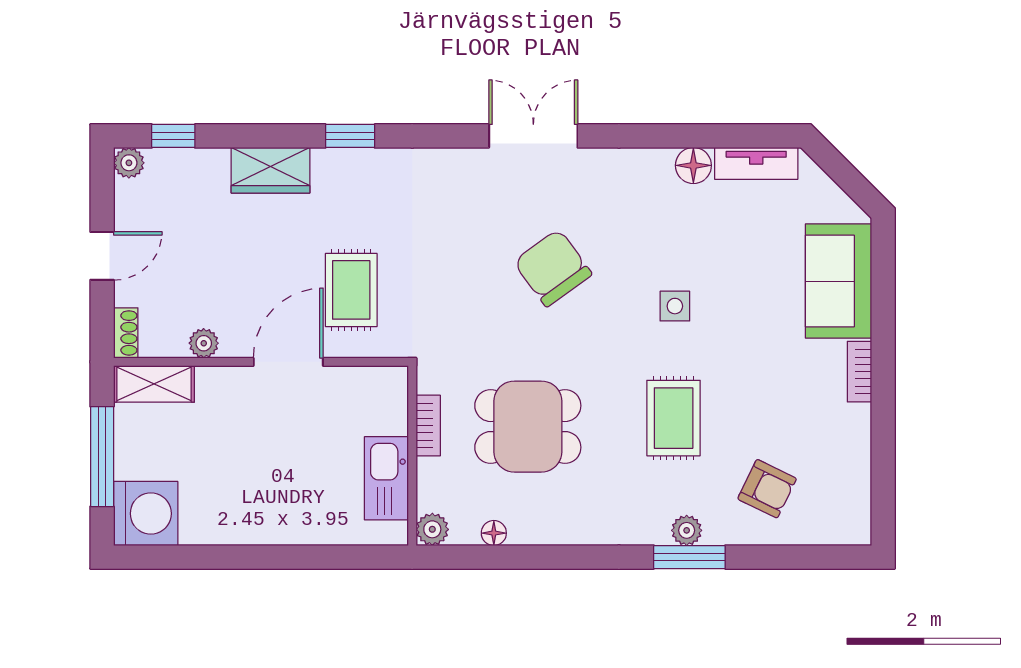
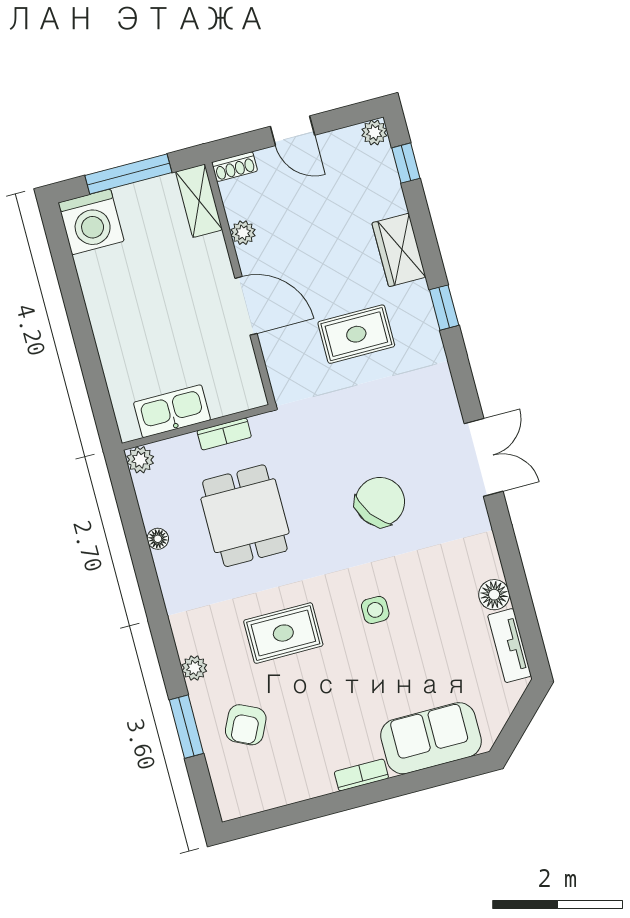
rug: (351, 290) -> (356, 334), moved
floor lamp: (494, 533) -> (158, 539), moved
window: (689, 557) -> (186, 727), moved

